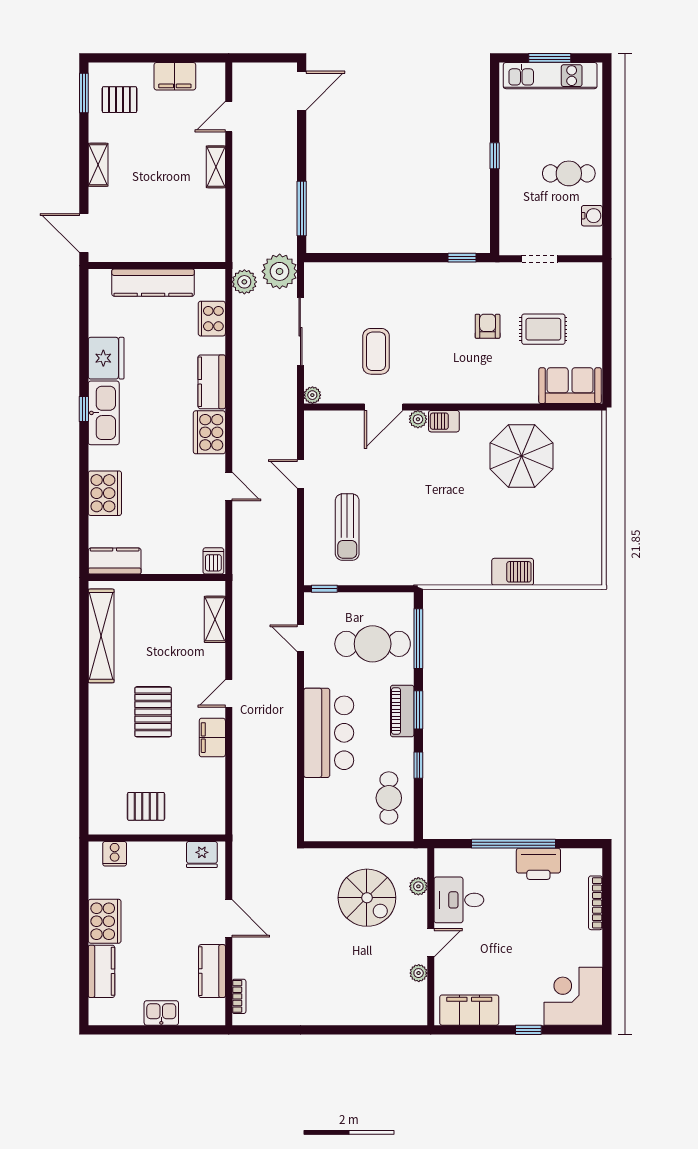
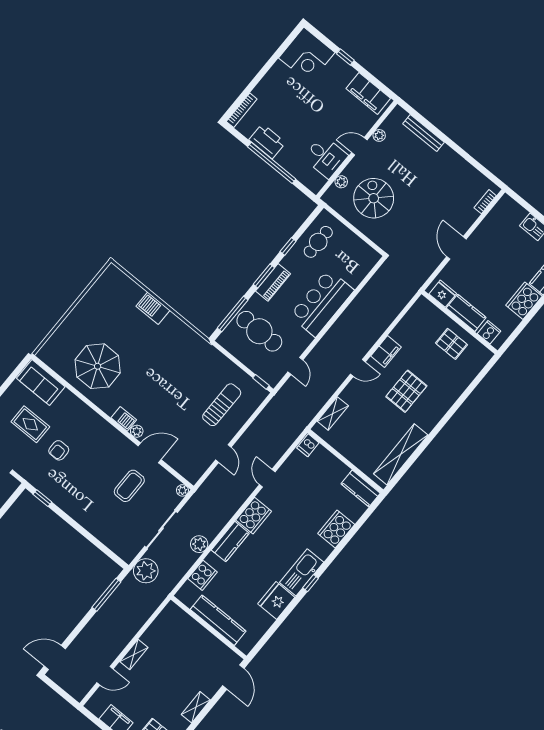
plant: (244, 282) -> (199, 544), moved
bookcase: (595, 903) -> (242, 110), moved
kitchen counter: (212, 971) -> (466, 313), moved, turned -90
bench: (371, 1016) -> (423, 133), added

